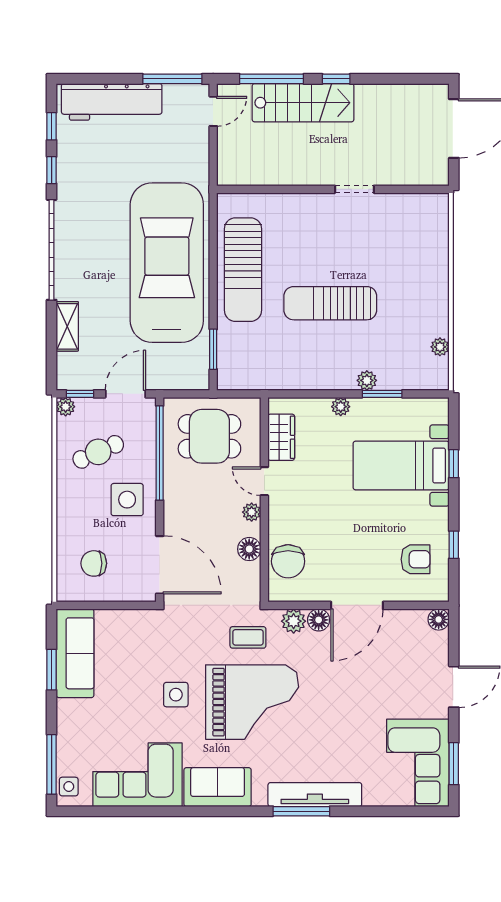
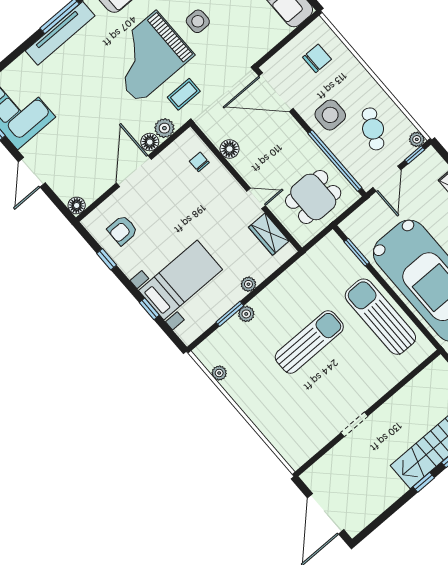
cafe table: (98, 452) -> (373, 129), turned -39
plant: (252, 512) -> (248, 173), removed
chair: (288, 561) -> (199, 162), width x0.54, depth x0.54

